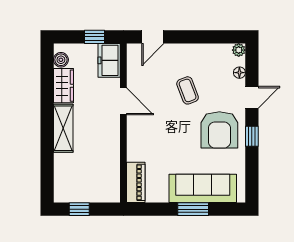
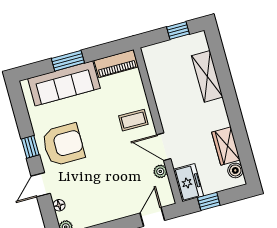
plant: (133, 79) -> (160, 171), added
coffee table: (188, 90) -> (133, 120), moved, turned -68
shelving: (63, 128) -> (207, 76), moved
armchair: (219, 130) -> (63, 144), turned 90
piano: (136, 182) -> (116, 64), moved, turned -90

